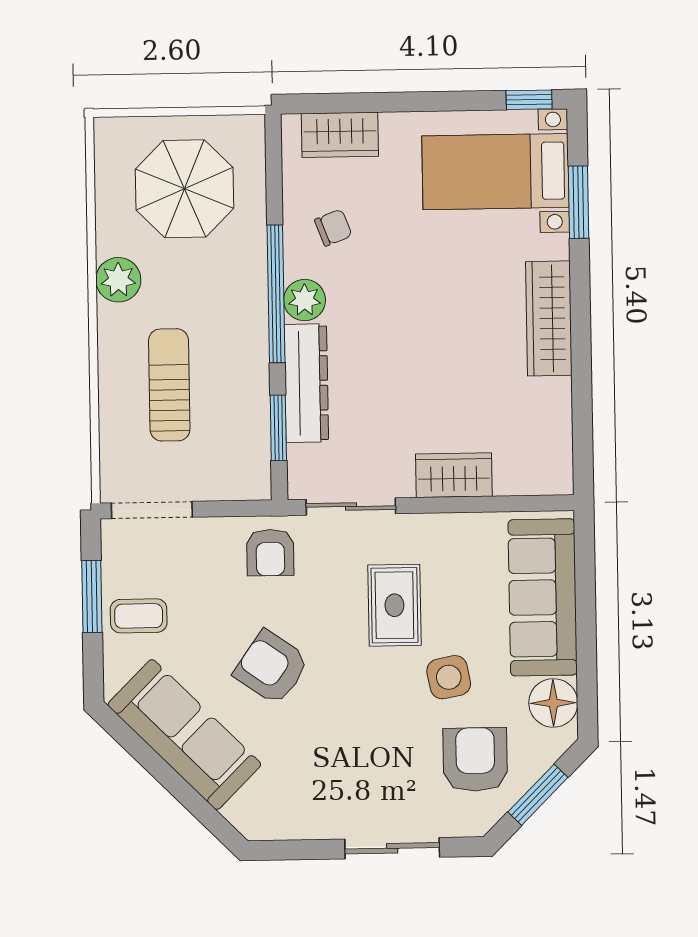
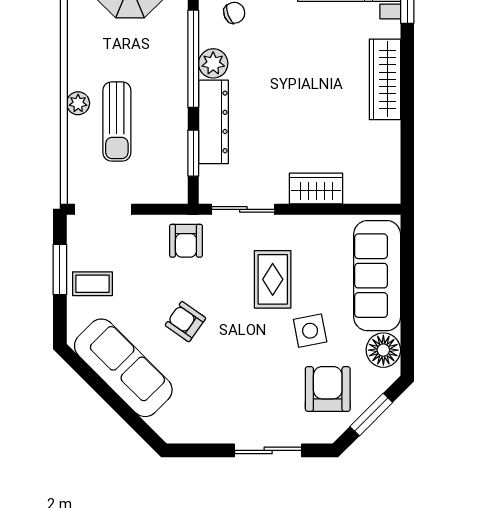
plant: (118, 280) -> (78, 103), moved, width x0.73, depth x0.73
sun lounger: (169, 385) -> (117, 121), turned 180
armchair: (271, 667) -> (185, 322), width x0.72, depth x0.72

